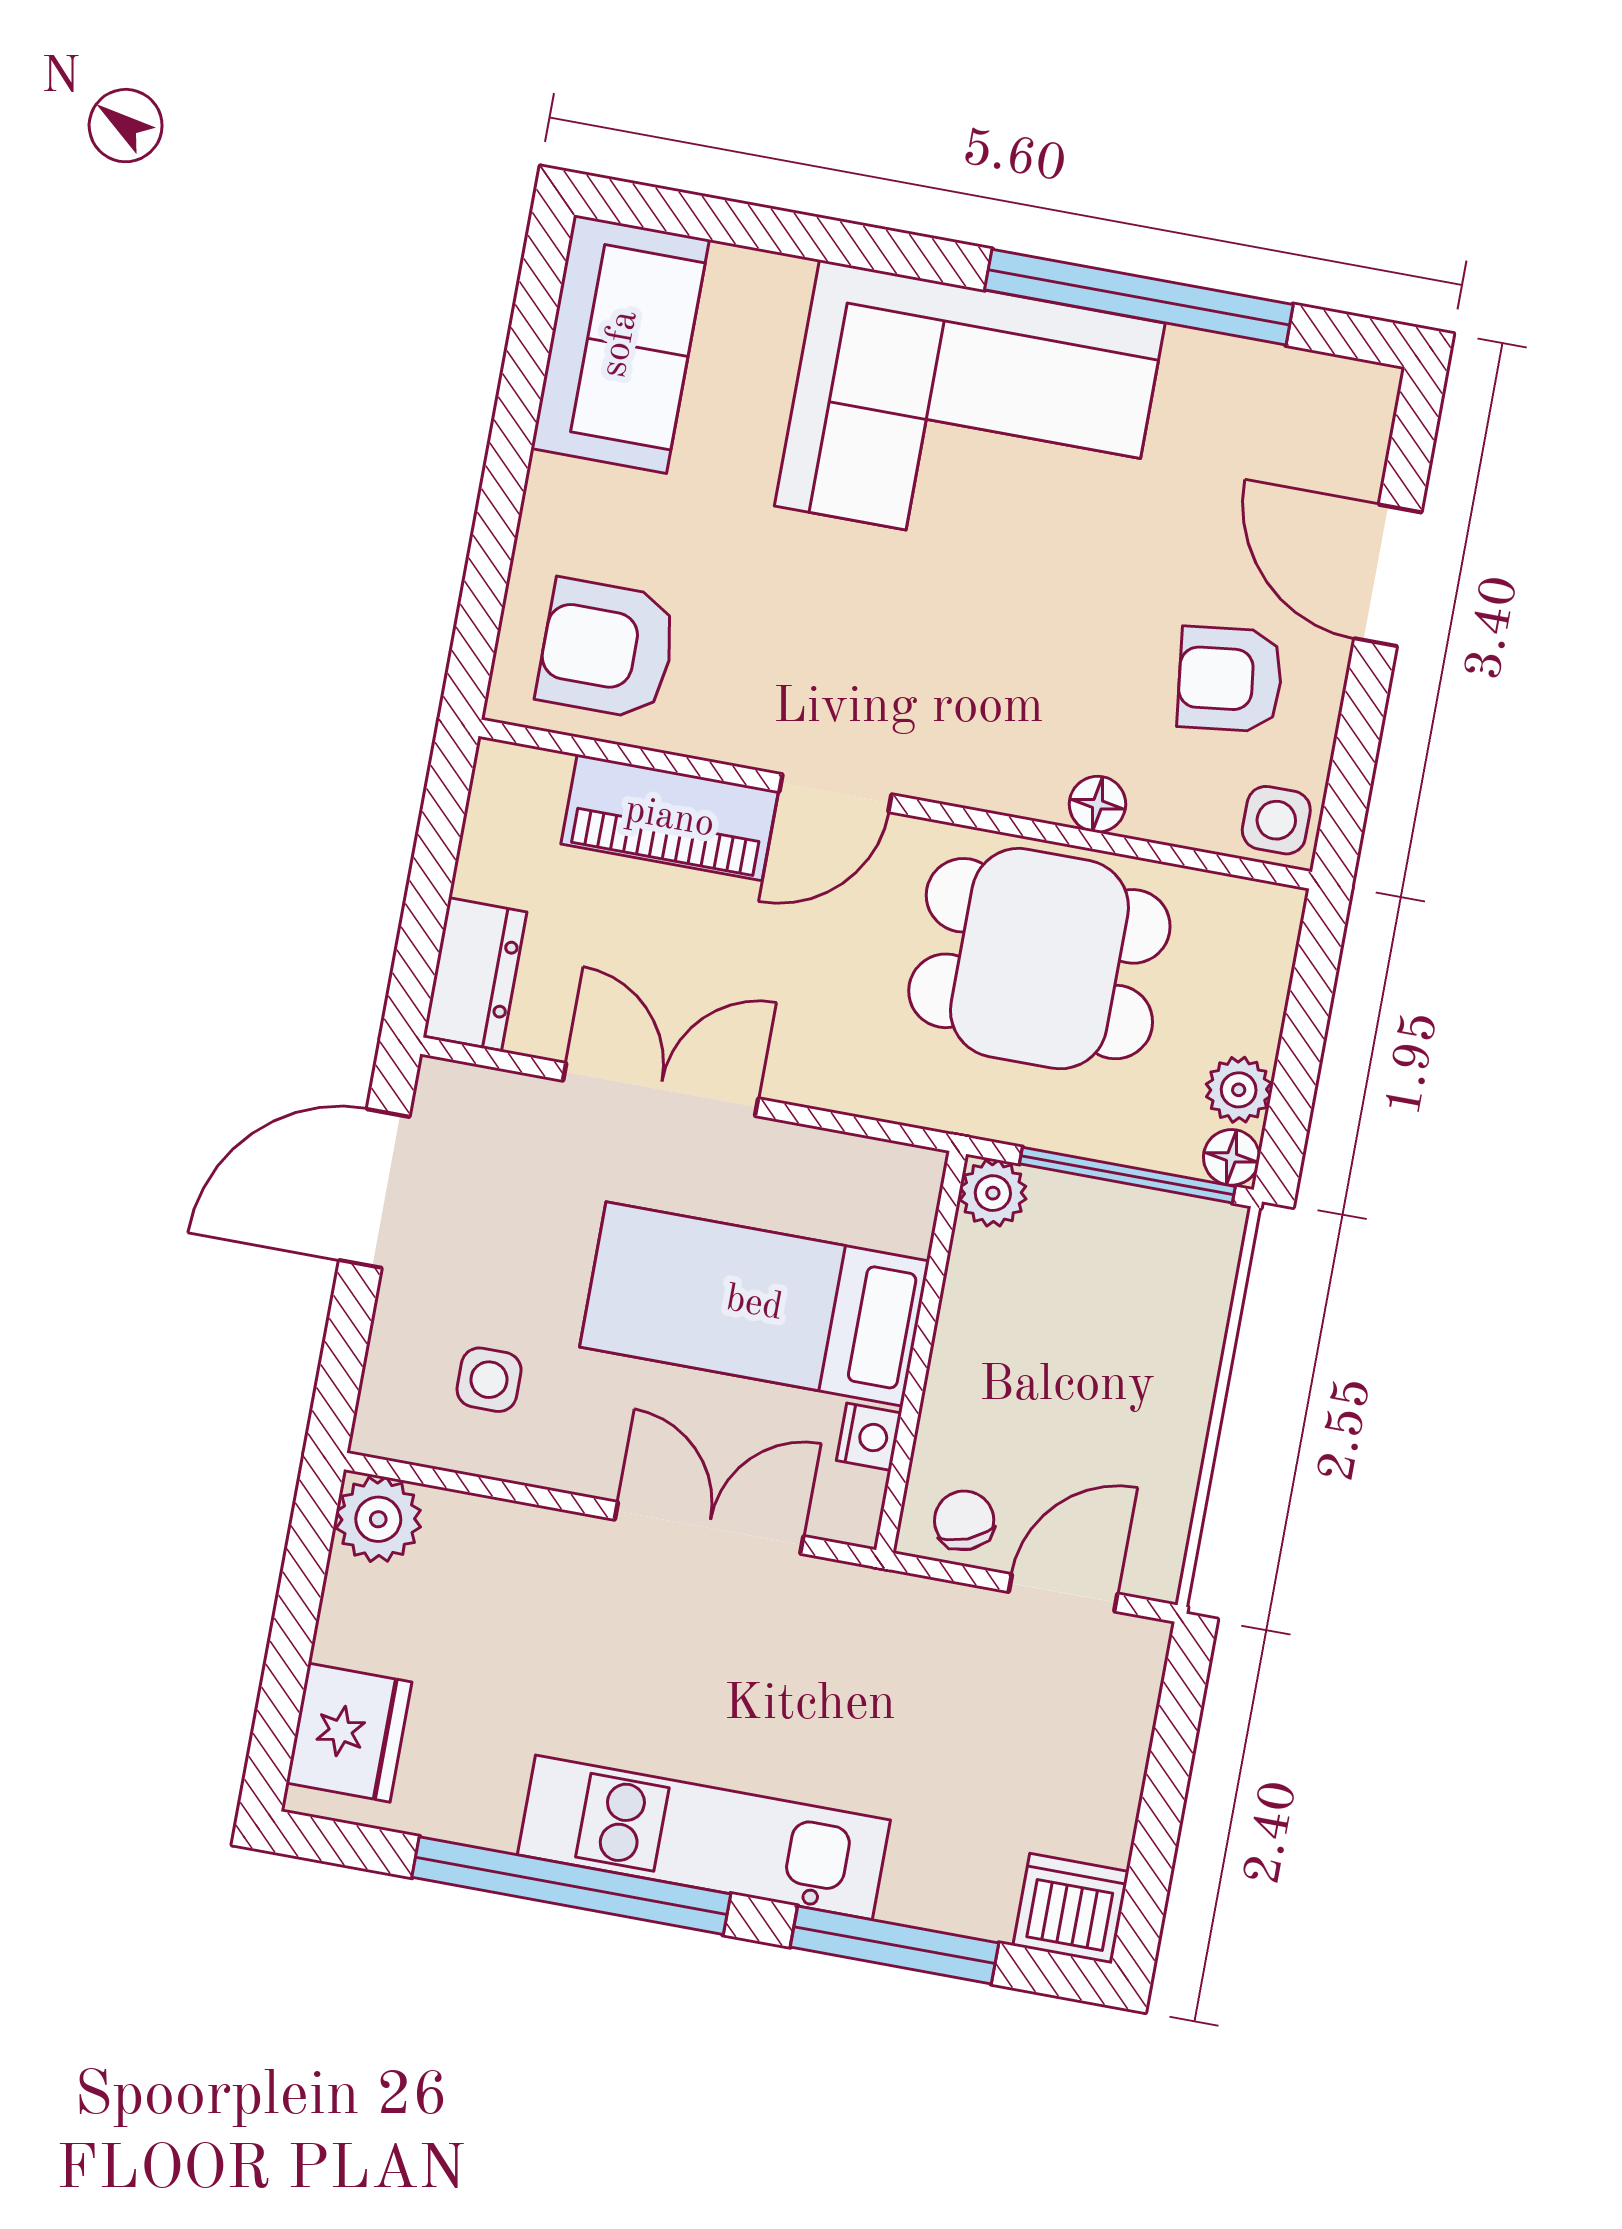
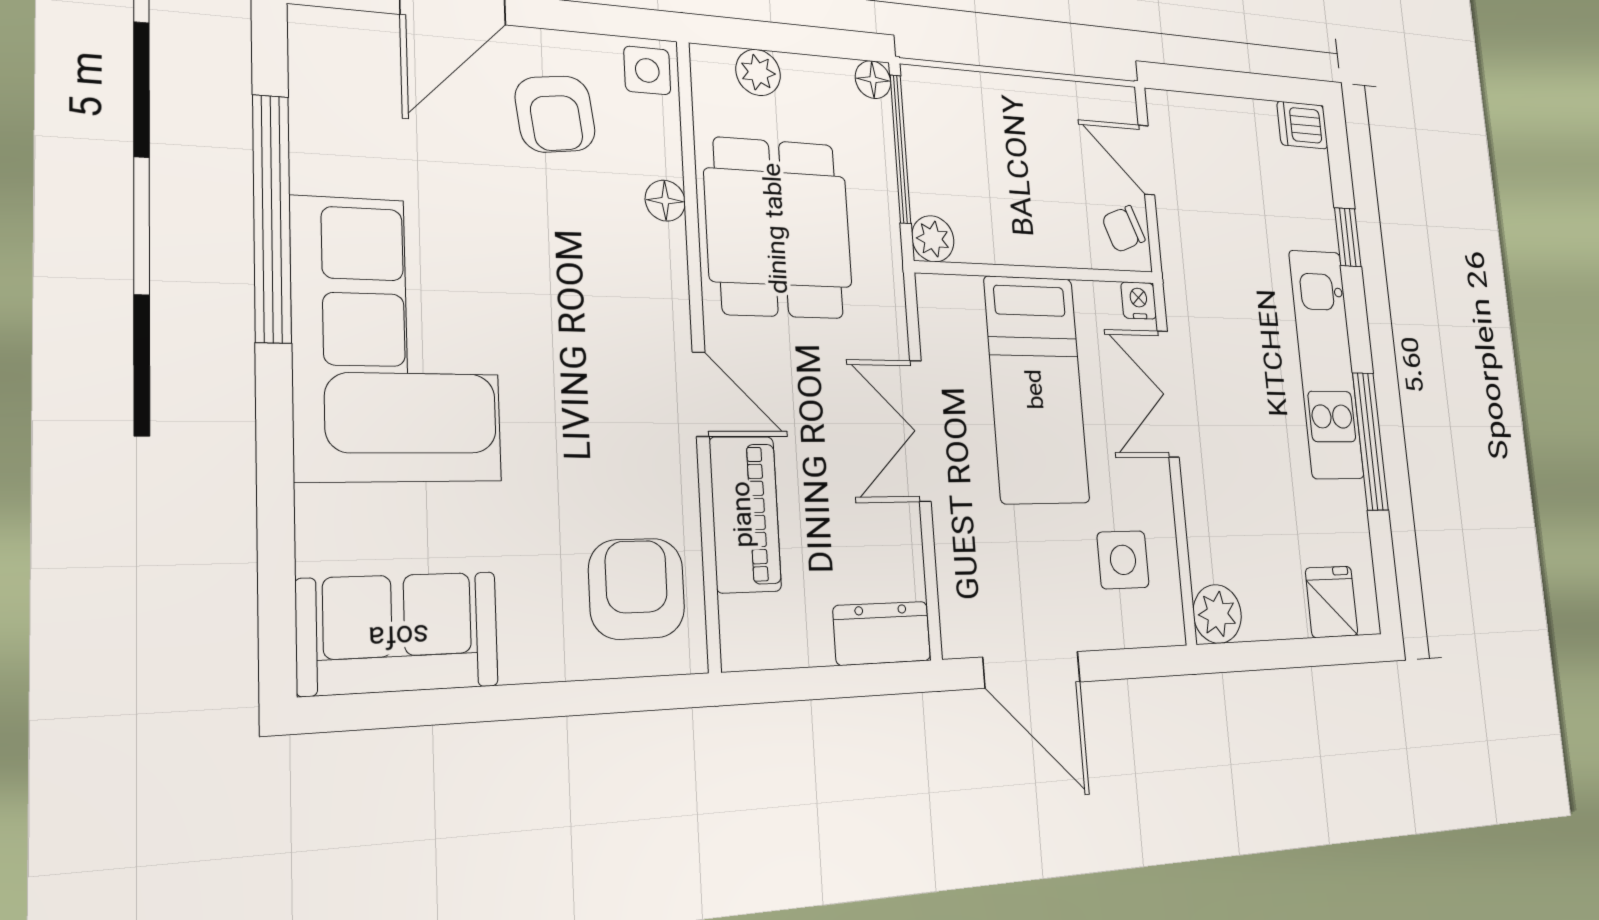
armchair: (607, 649) -> (637, 589), turned 180
double door: (661, 1089) -> (920, 431), moved
plant: (1239, 1090) -> (758, 72), moved
side table: (489, 1380) -> (1123, 560), width x1.37, depth x1.37
nightstand: (869, 1437) -> (1139, 301), moved
fridge: (349, 1733) -> (1332, 602), width x0.72
window: (571, 1886) -> (1370, 441), width x0.68
dishwasher: (1071, 1909) -> (1302, 125), width x0.73
window: (895, 1945) -> (1348, 237), width x0.46

